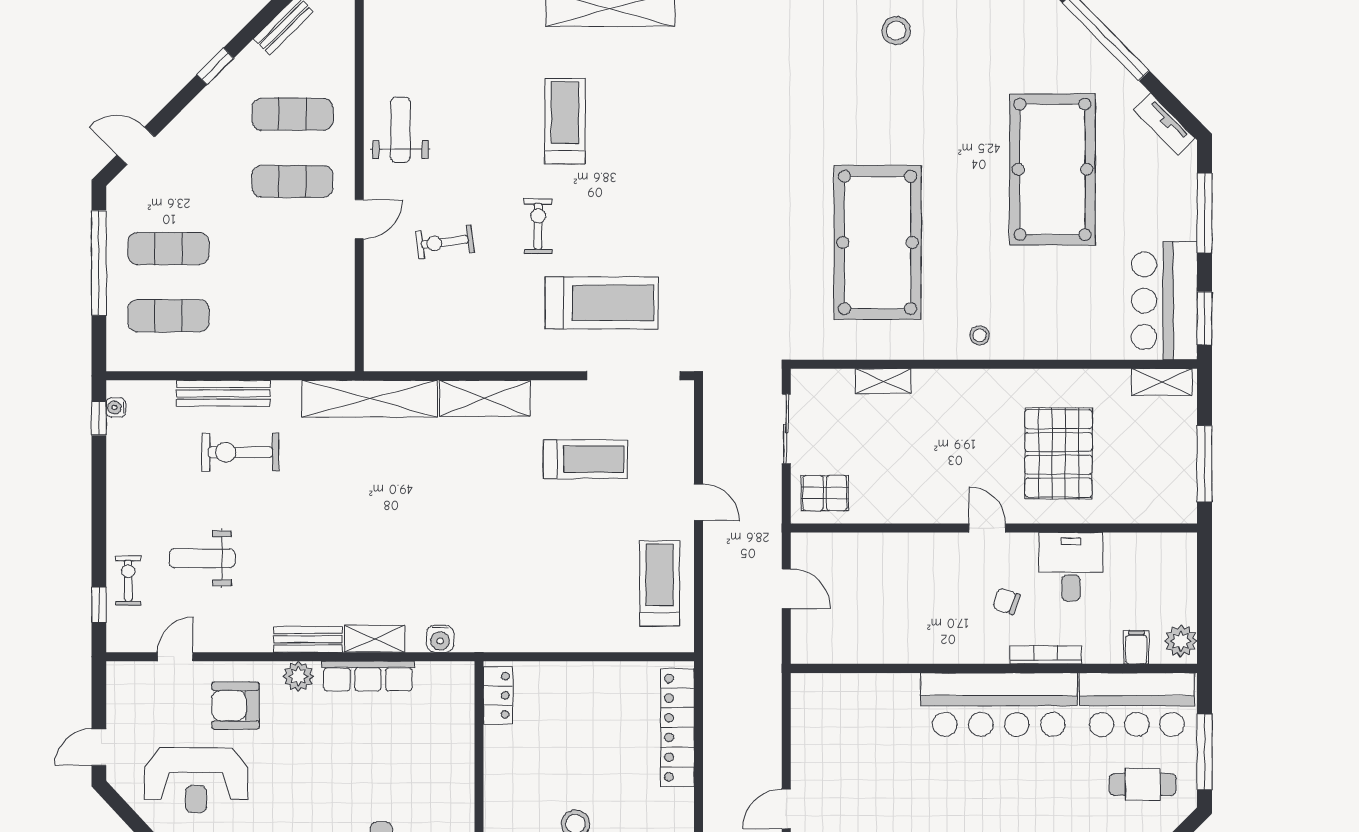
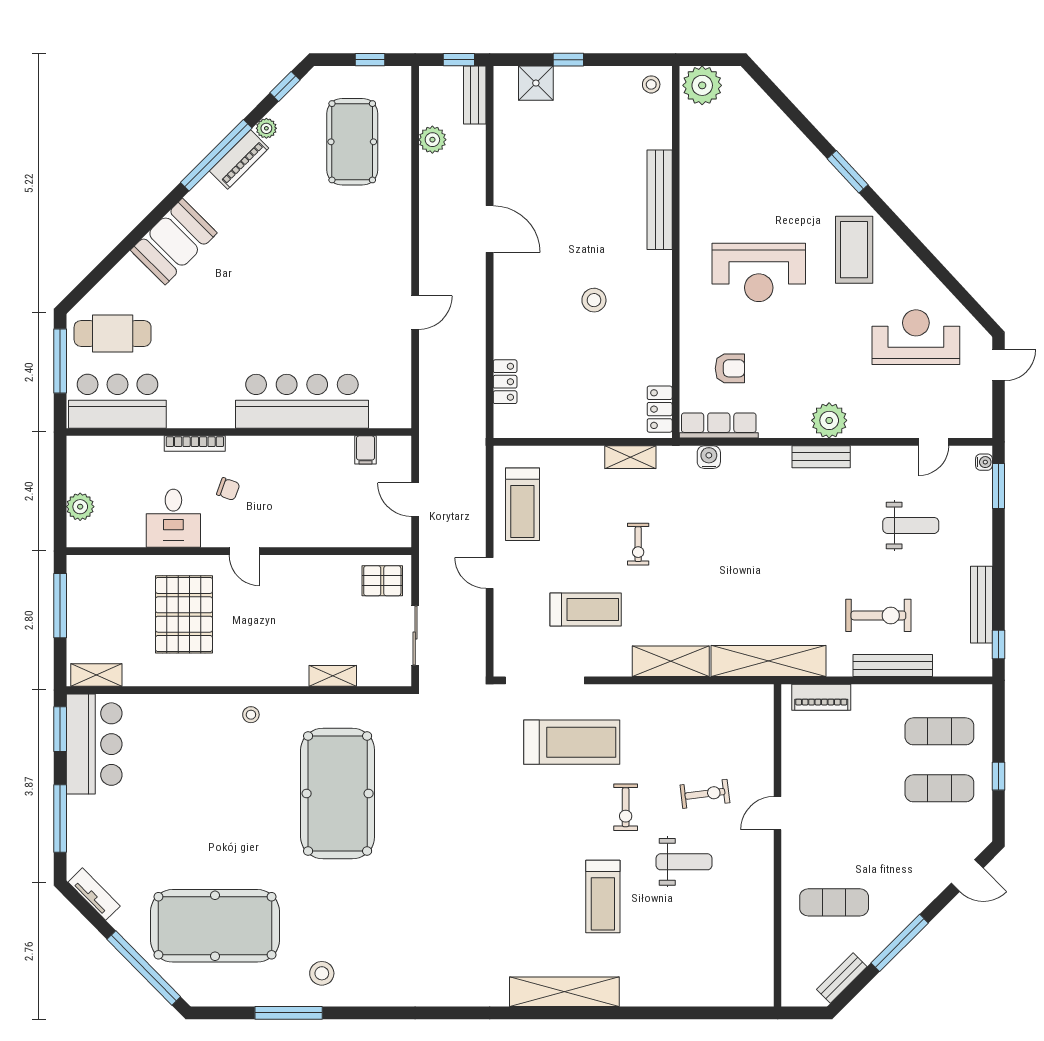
window: (215, 66) -> (900, 943), width x2.17
weight bench: (400, 130) -> (684, 862), moved, turned -90
pool table: (1052, 169) -> (215, 926), moved, turned 90
exercise mat: (292, 181) -> (834, 845), removed
window: (99, 263) -> (998, 776), width x0.32
treadmill: (602, 303) -> (572, 742), turned 180
piano: (308, 356) -> (821, 697), added
water cooler: (116, 408) -> (984, 462), moved
treadmill: (585, 459) -> (586, 609), turned 180
bench: (119, 465) -> (981, 605), added
exercise bike: (128, 580) -> (638, 544), moved
window: (99, 605) -> (998, 486), width x1.50
shelving: (374, 639) -> (630, 457), moved
plant: (1181, 641) -> (80, 507), moved
filing cabinet: (1136, 647) -> (365, 450), moved
plant: (298, 676) -> (829, 420), width x1.36, depth x1.36
row of seats: (368, 676) -> (719, 426), moved
bar counter: (999, 705) -> (302, 401), moved
armchair: (235, 706) -> (730, 368), moved, width x0.72, depth x0.72
locker: (677, 728) -> (505, 382), width x0.46, depth x0.83
cafe table: (1143, 784) -> (113, 333), width x1.37, depth x1.35

